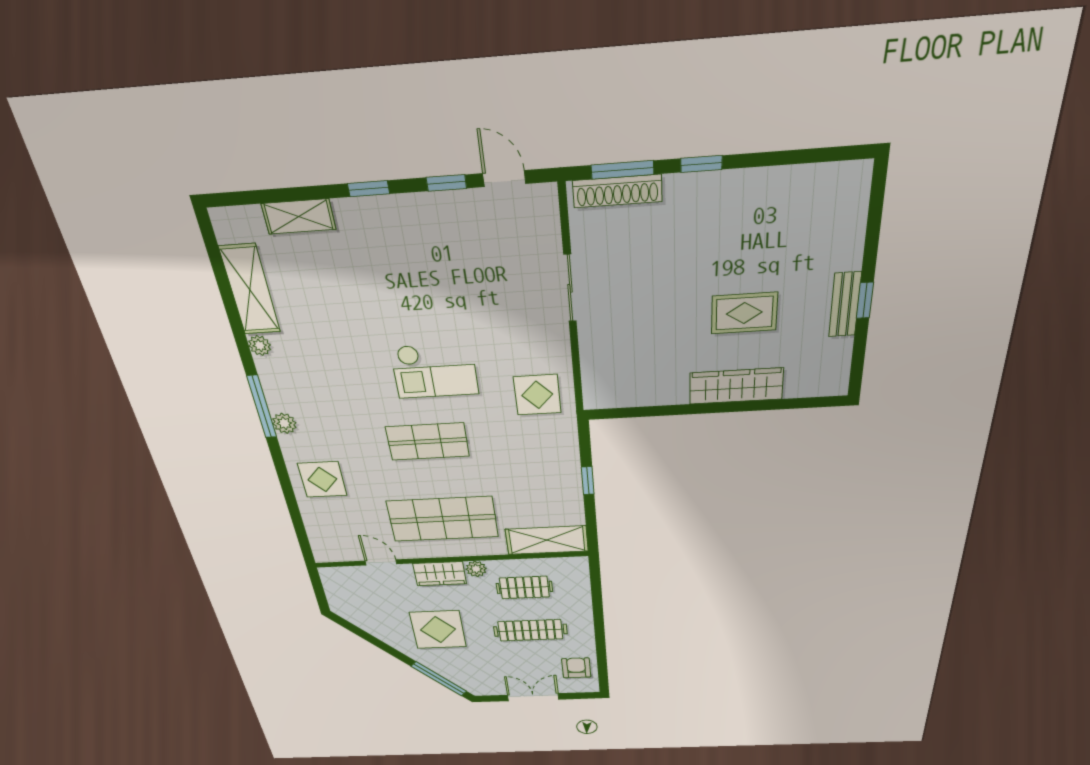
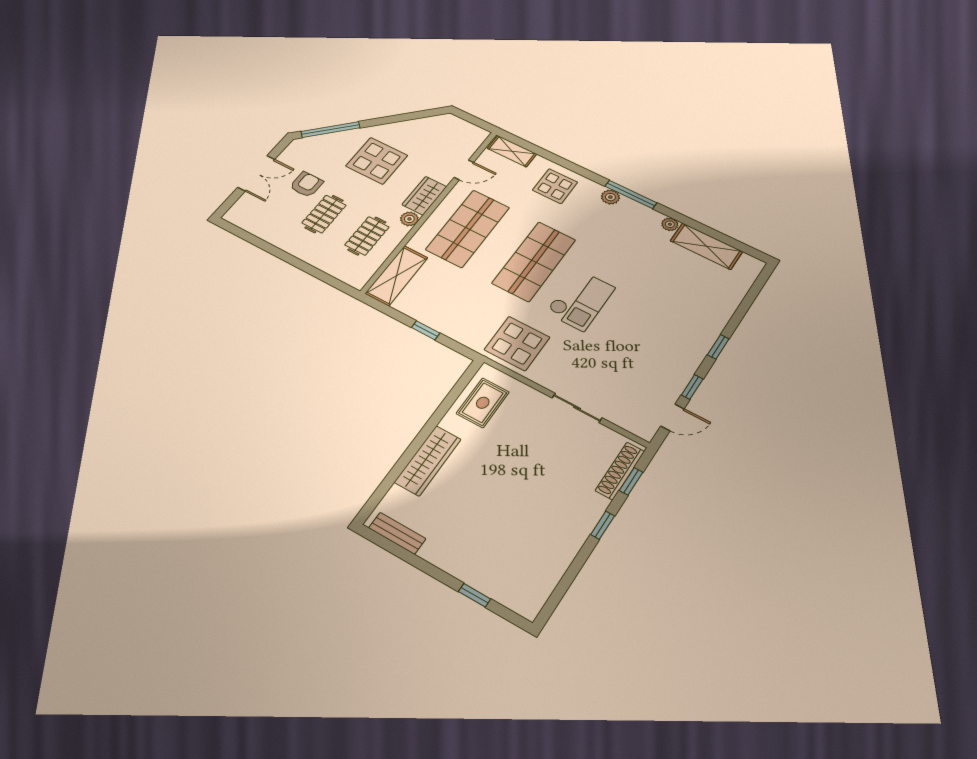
window: (622, 170) -> (631, 481), width x0.67
shelving: (299, 217) -> (512, 151), moved, turned 90
window: (865, 300) -> (475, 595), moved
bench: (845, 305) -> (397, 533), moved
rug: (744, 313) -> (483, 403), moved
checkout: (435, 371) -> (580, 300), turned 180
display table: (537, 395) -> (517, 343), width x1.36, depth x1.36
shop shelf: (428, 442) -> (534, 261), width x1.43, depth x1.36
clothes rail: (530, 630) -> (324, 214), width x0.73
armchair: (576, 668) -> (306, 184), moved, turned -90

